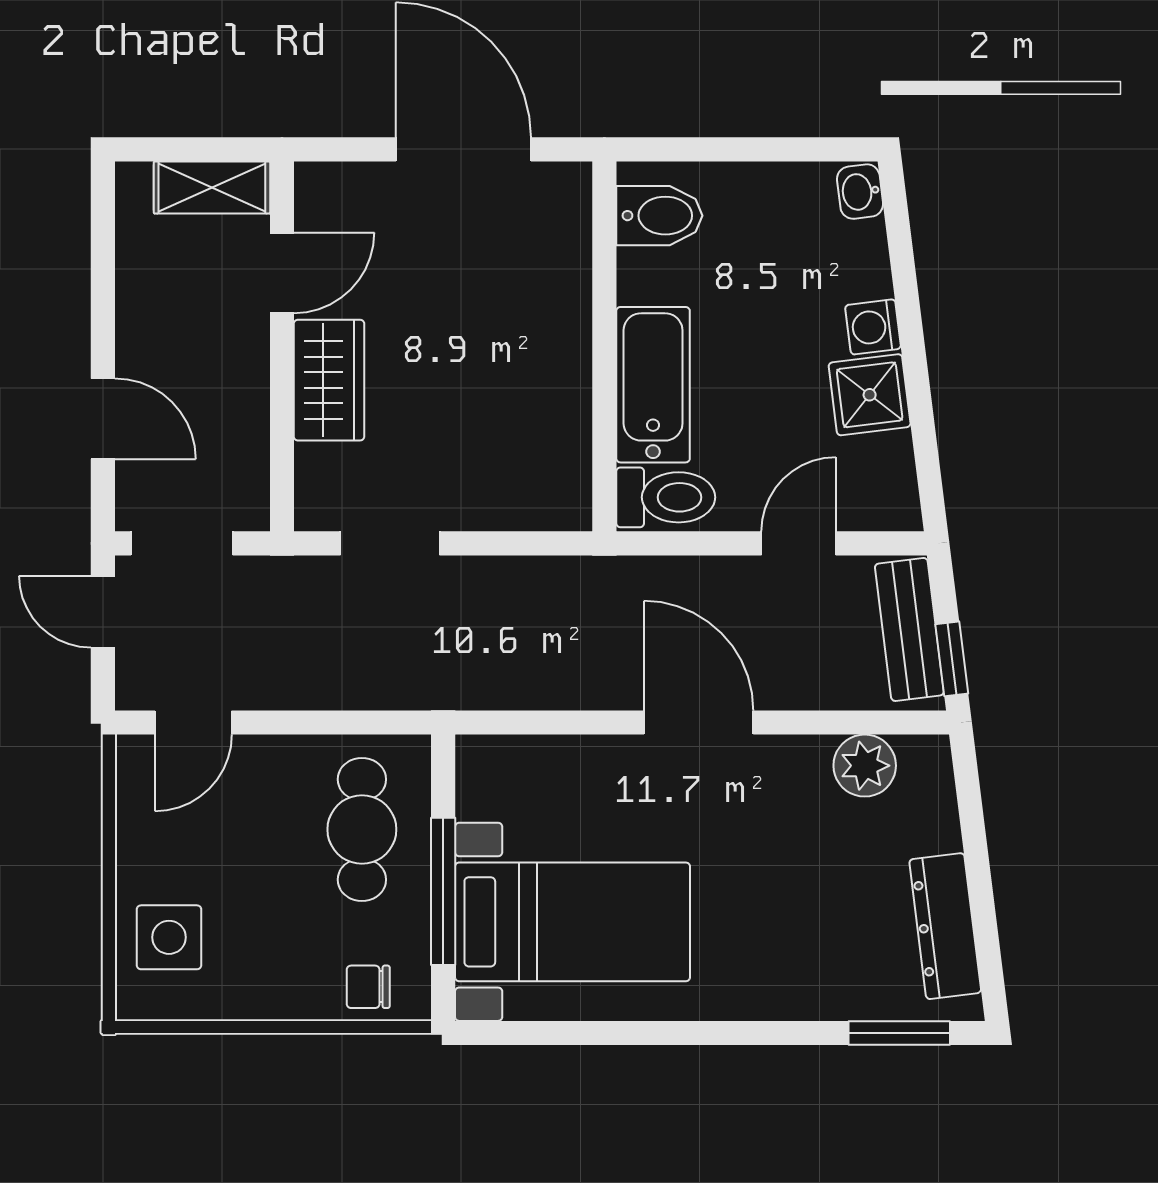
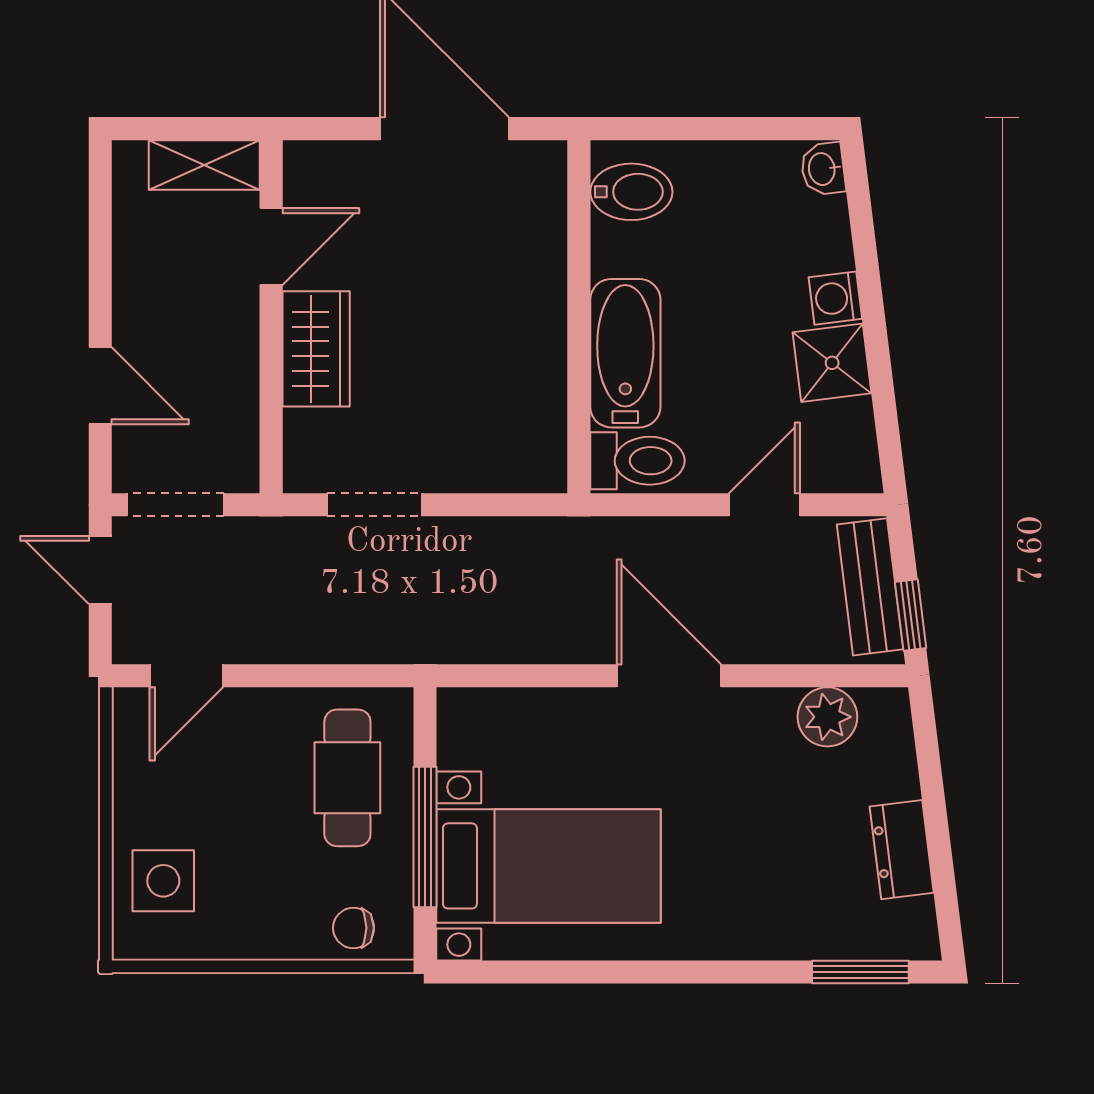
dresser: (945, 926) -> (902, 850), width x0.70

